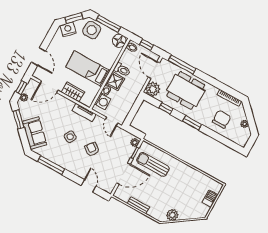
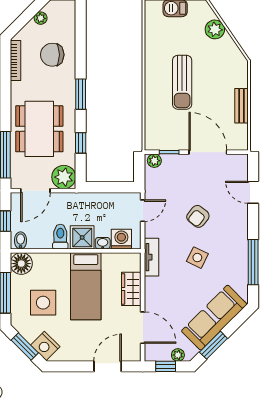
side table: (92, 30) -> (43, 303), moved
sofa: (35, 133) -> (214, 318), width x1.36
sun lounger: (153, 164) -> (182, 82), moved
door: (89, 186) -> (253, 192), hinge flipped
plant: (172, 215) -> (215, 29), moved

